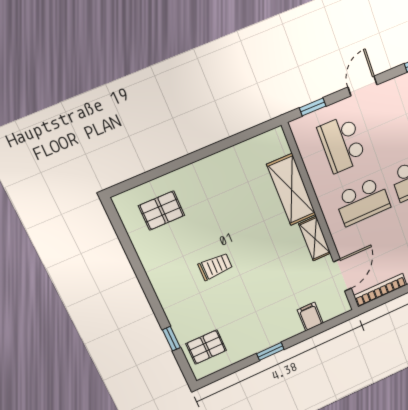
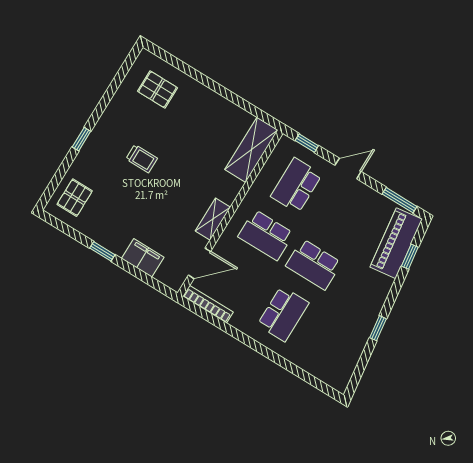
shelving: (292, 190) -> (251, 150), moved
filing cabinet: (310, 317) -> (143, 258), width x2.00
window: (171, 339) -> (81, 139), moved
pallet: (206, 347) -> (75, 198), turned 90

